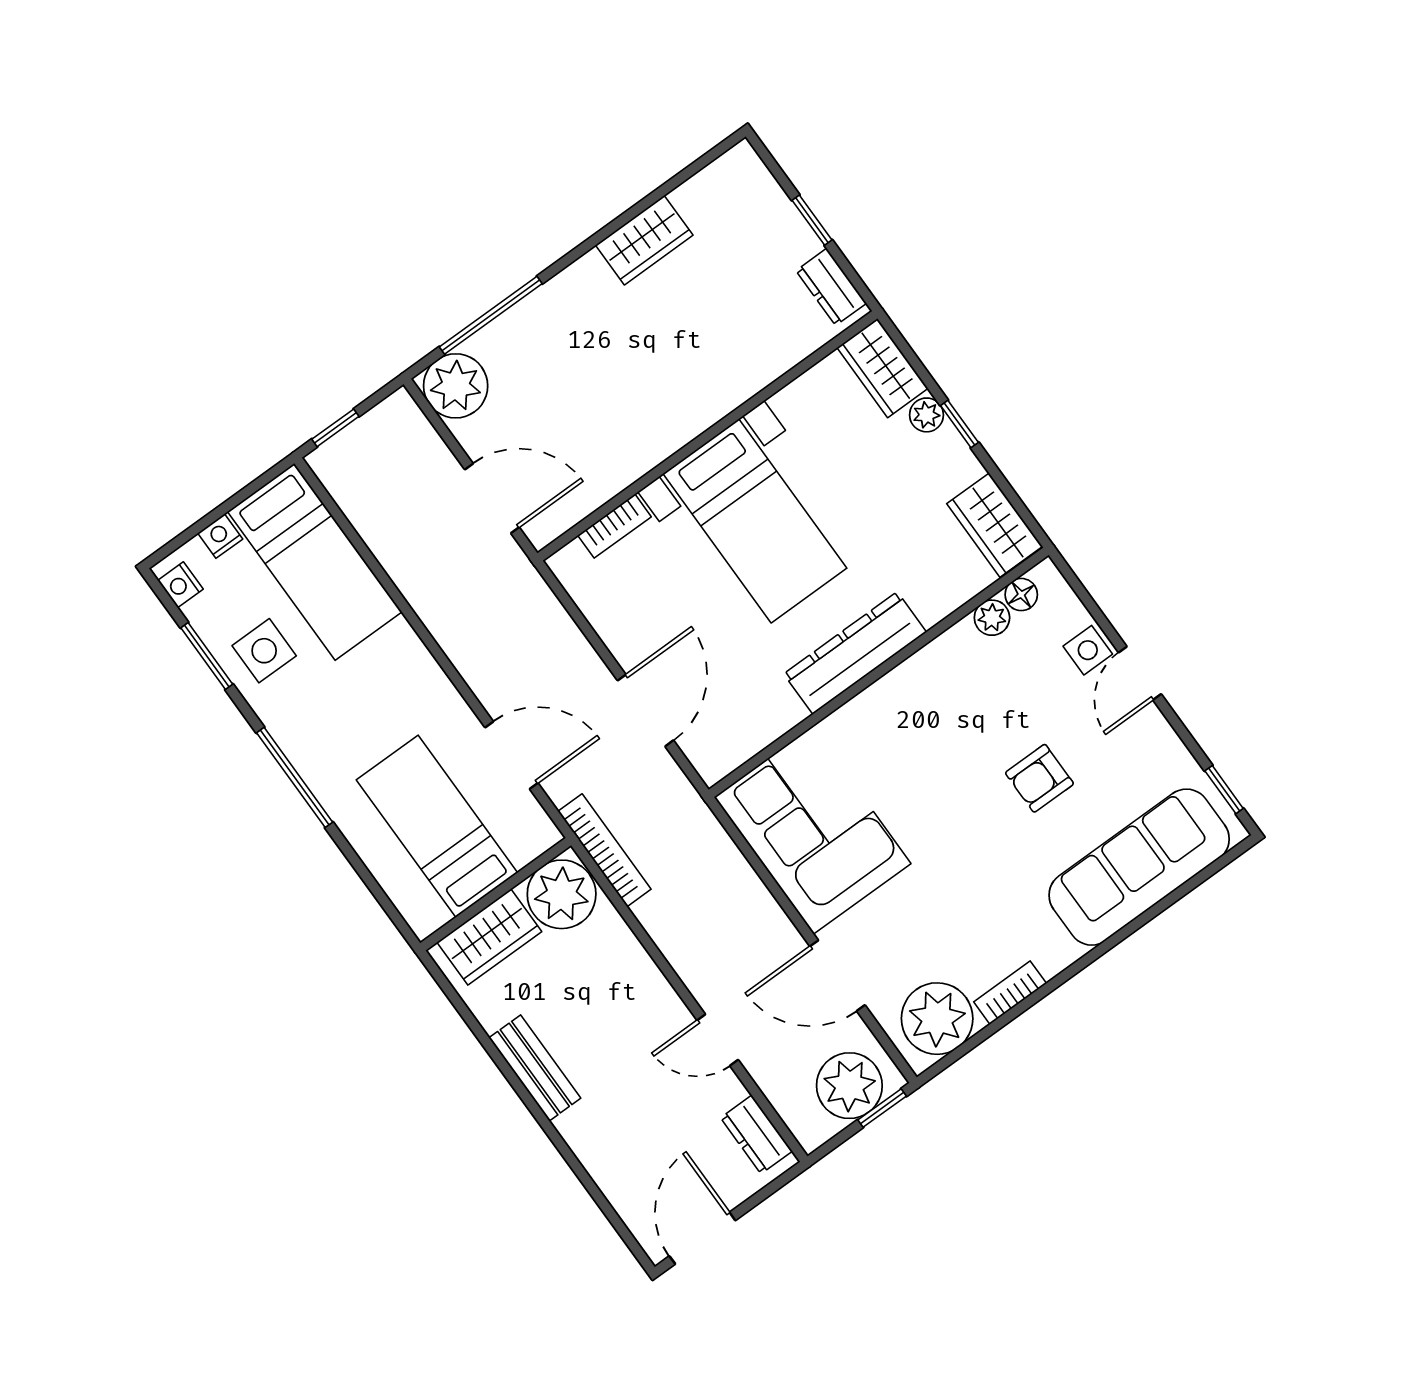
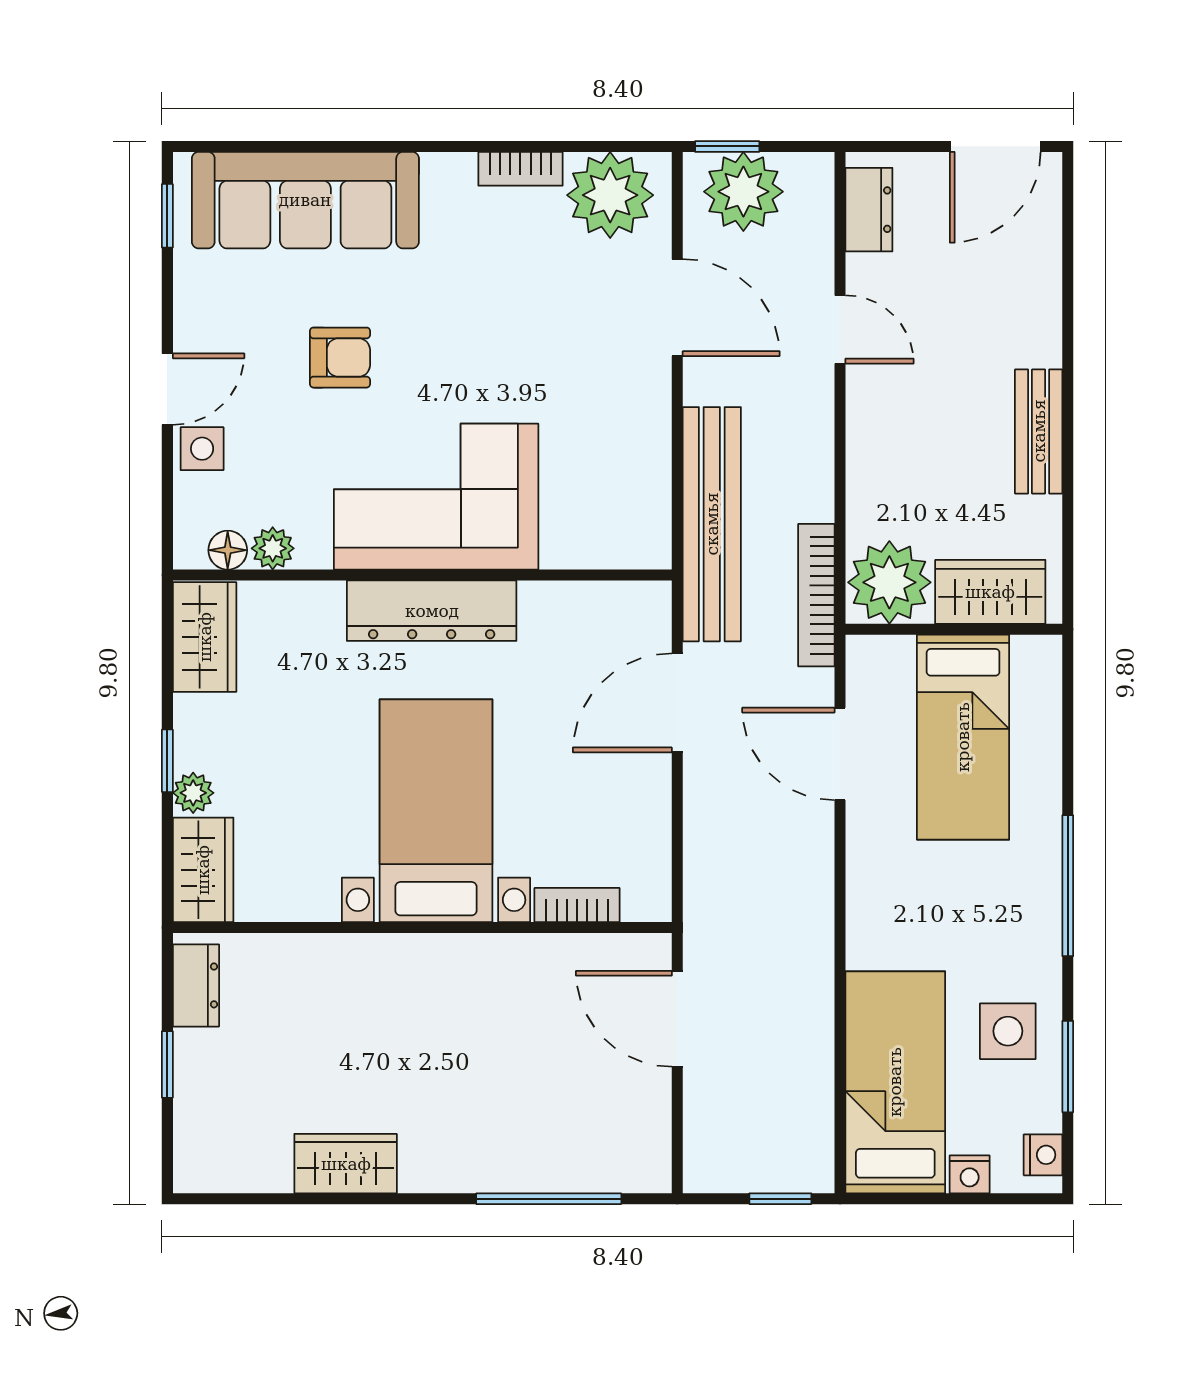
plant: (456, 386) -> (633, 1155), removed
corner sofa: (812, 830) -> (436, 497), moved, turned 90
bench: (709, 847) -> (712, 524), added

